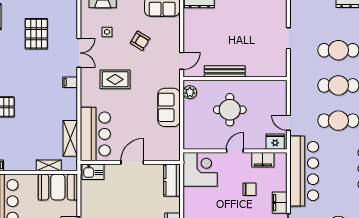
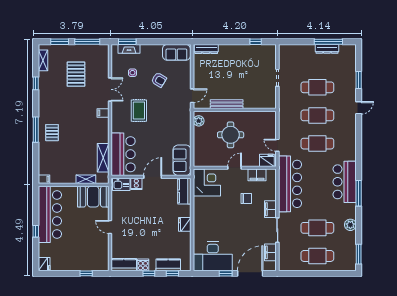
rug: (115, 79) -> (139, 111), turned 90
sofa: (169, 107) -> (182, 160), moved
cooker: (112, 171) -> (136, 184), added

